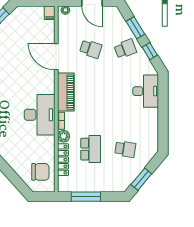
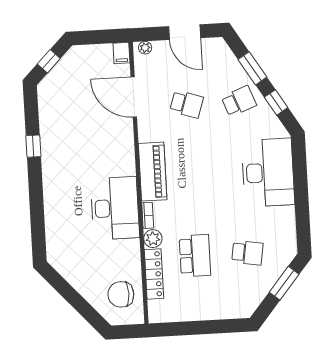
door: (56, 57) -> (134, 97), moved
desk: (146, 91) -> (268, 173), width x1.36, depth x1.30
chair: (40, 172) -> (121, 294), turned 180
window: (141, 179) -> (284, 283), moved
window: (86, 197) -> (192, 328), removed

